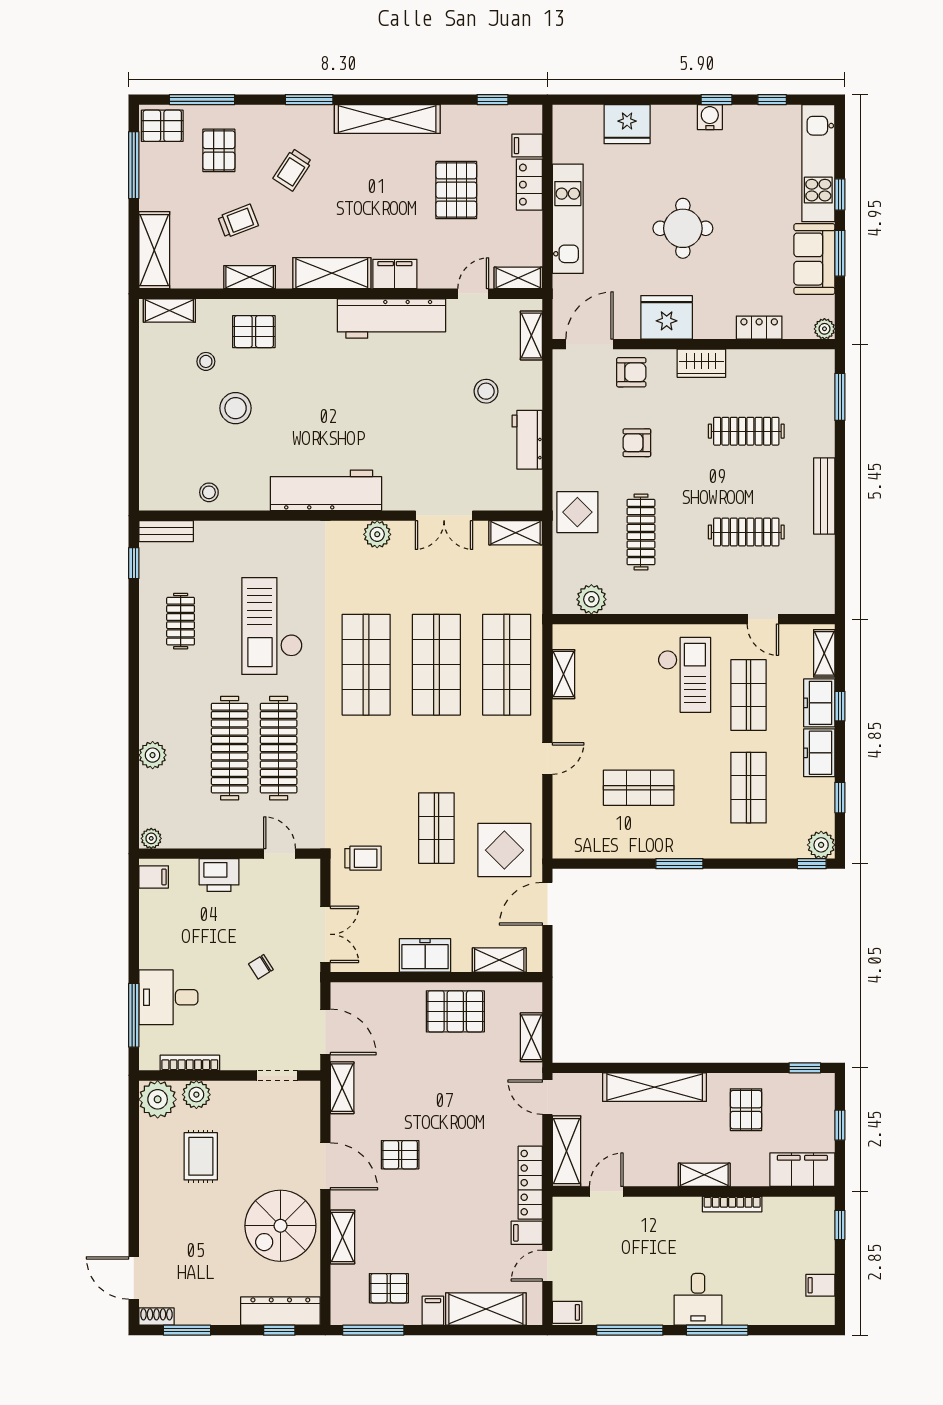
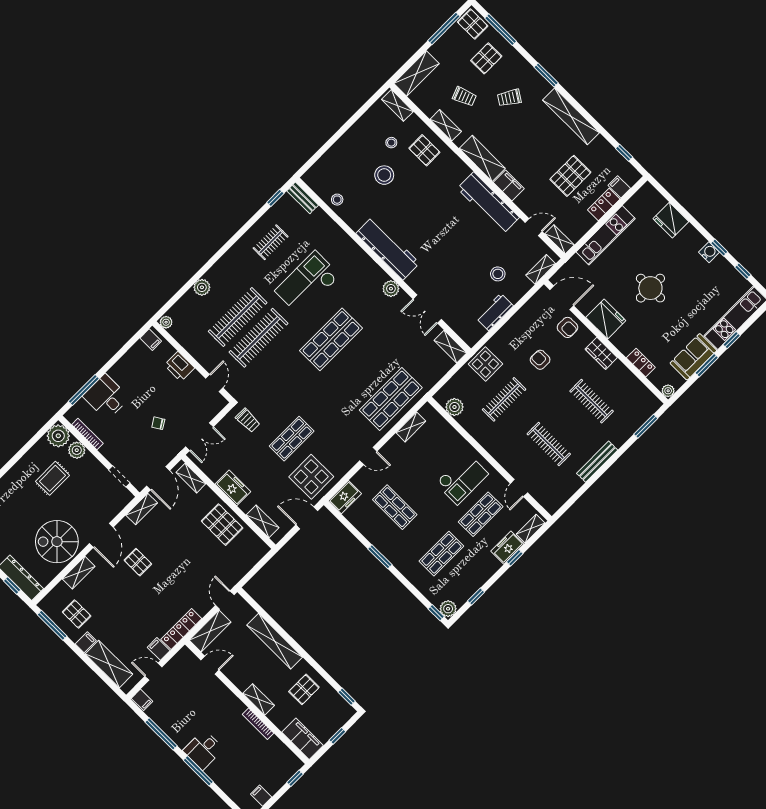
shop shelf: (436, 665) -> (361, 369), removed
freezer: (819, 753) -> (345, 497), moved, turned 180
shelving: (531, 1037) -> (191, 478), moved, turned 90

